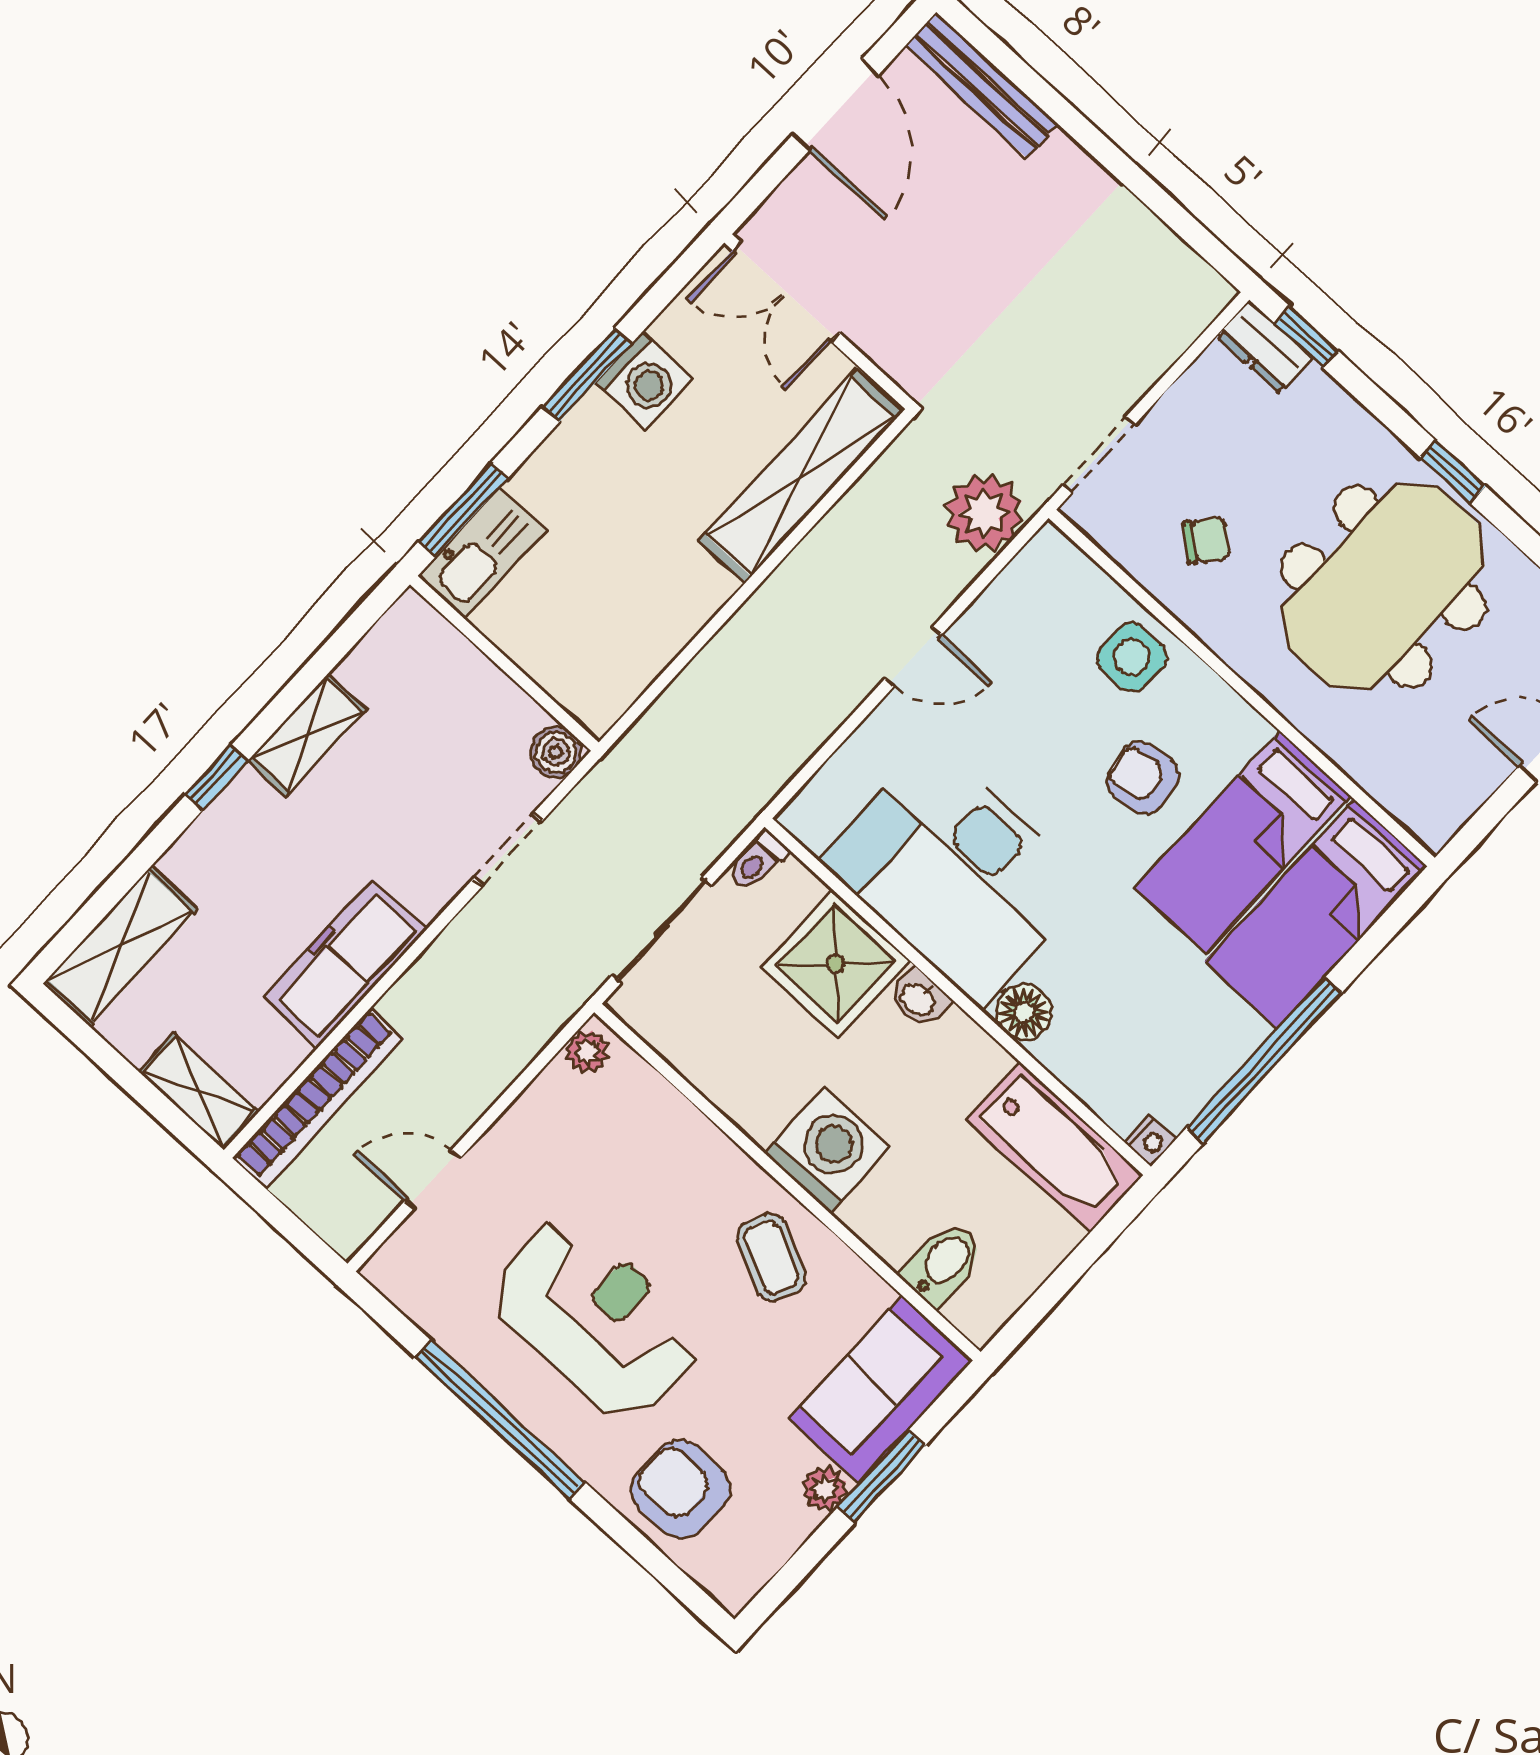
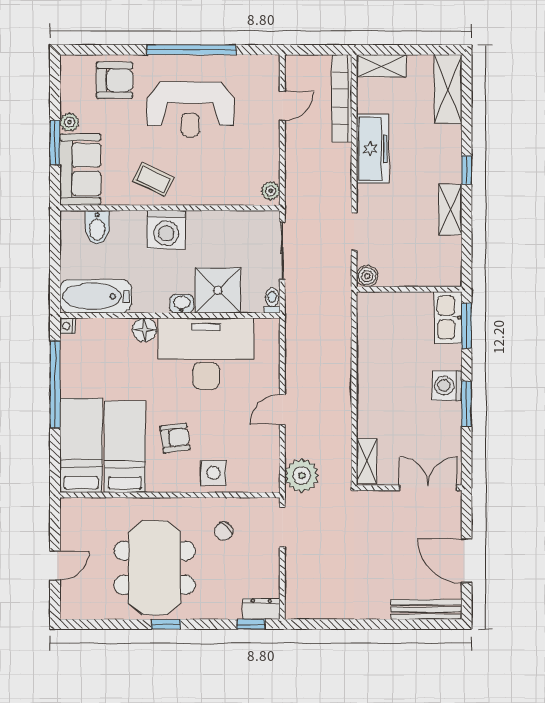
washing machine: (644, 381) -> (447, 386), moved
shelving: (800, 476) -> (367, 461), width x0.45, depth x0.75

